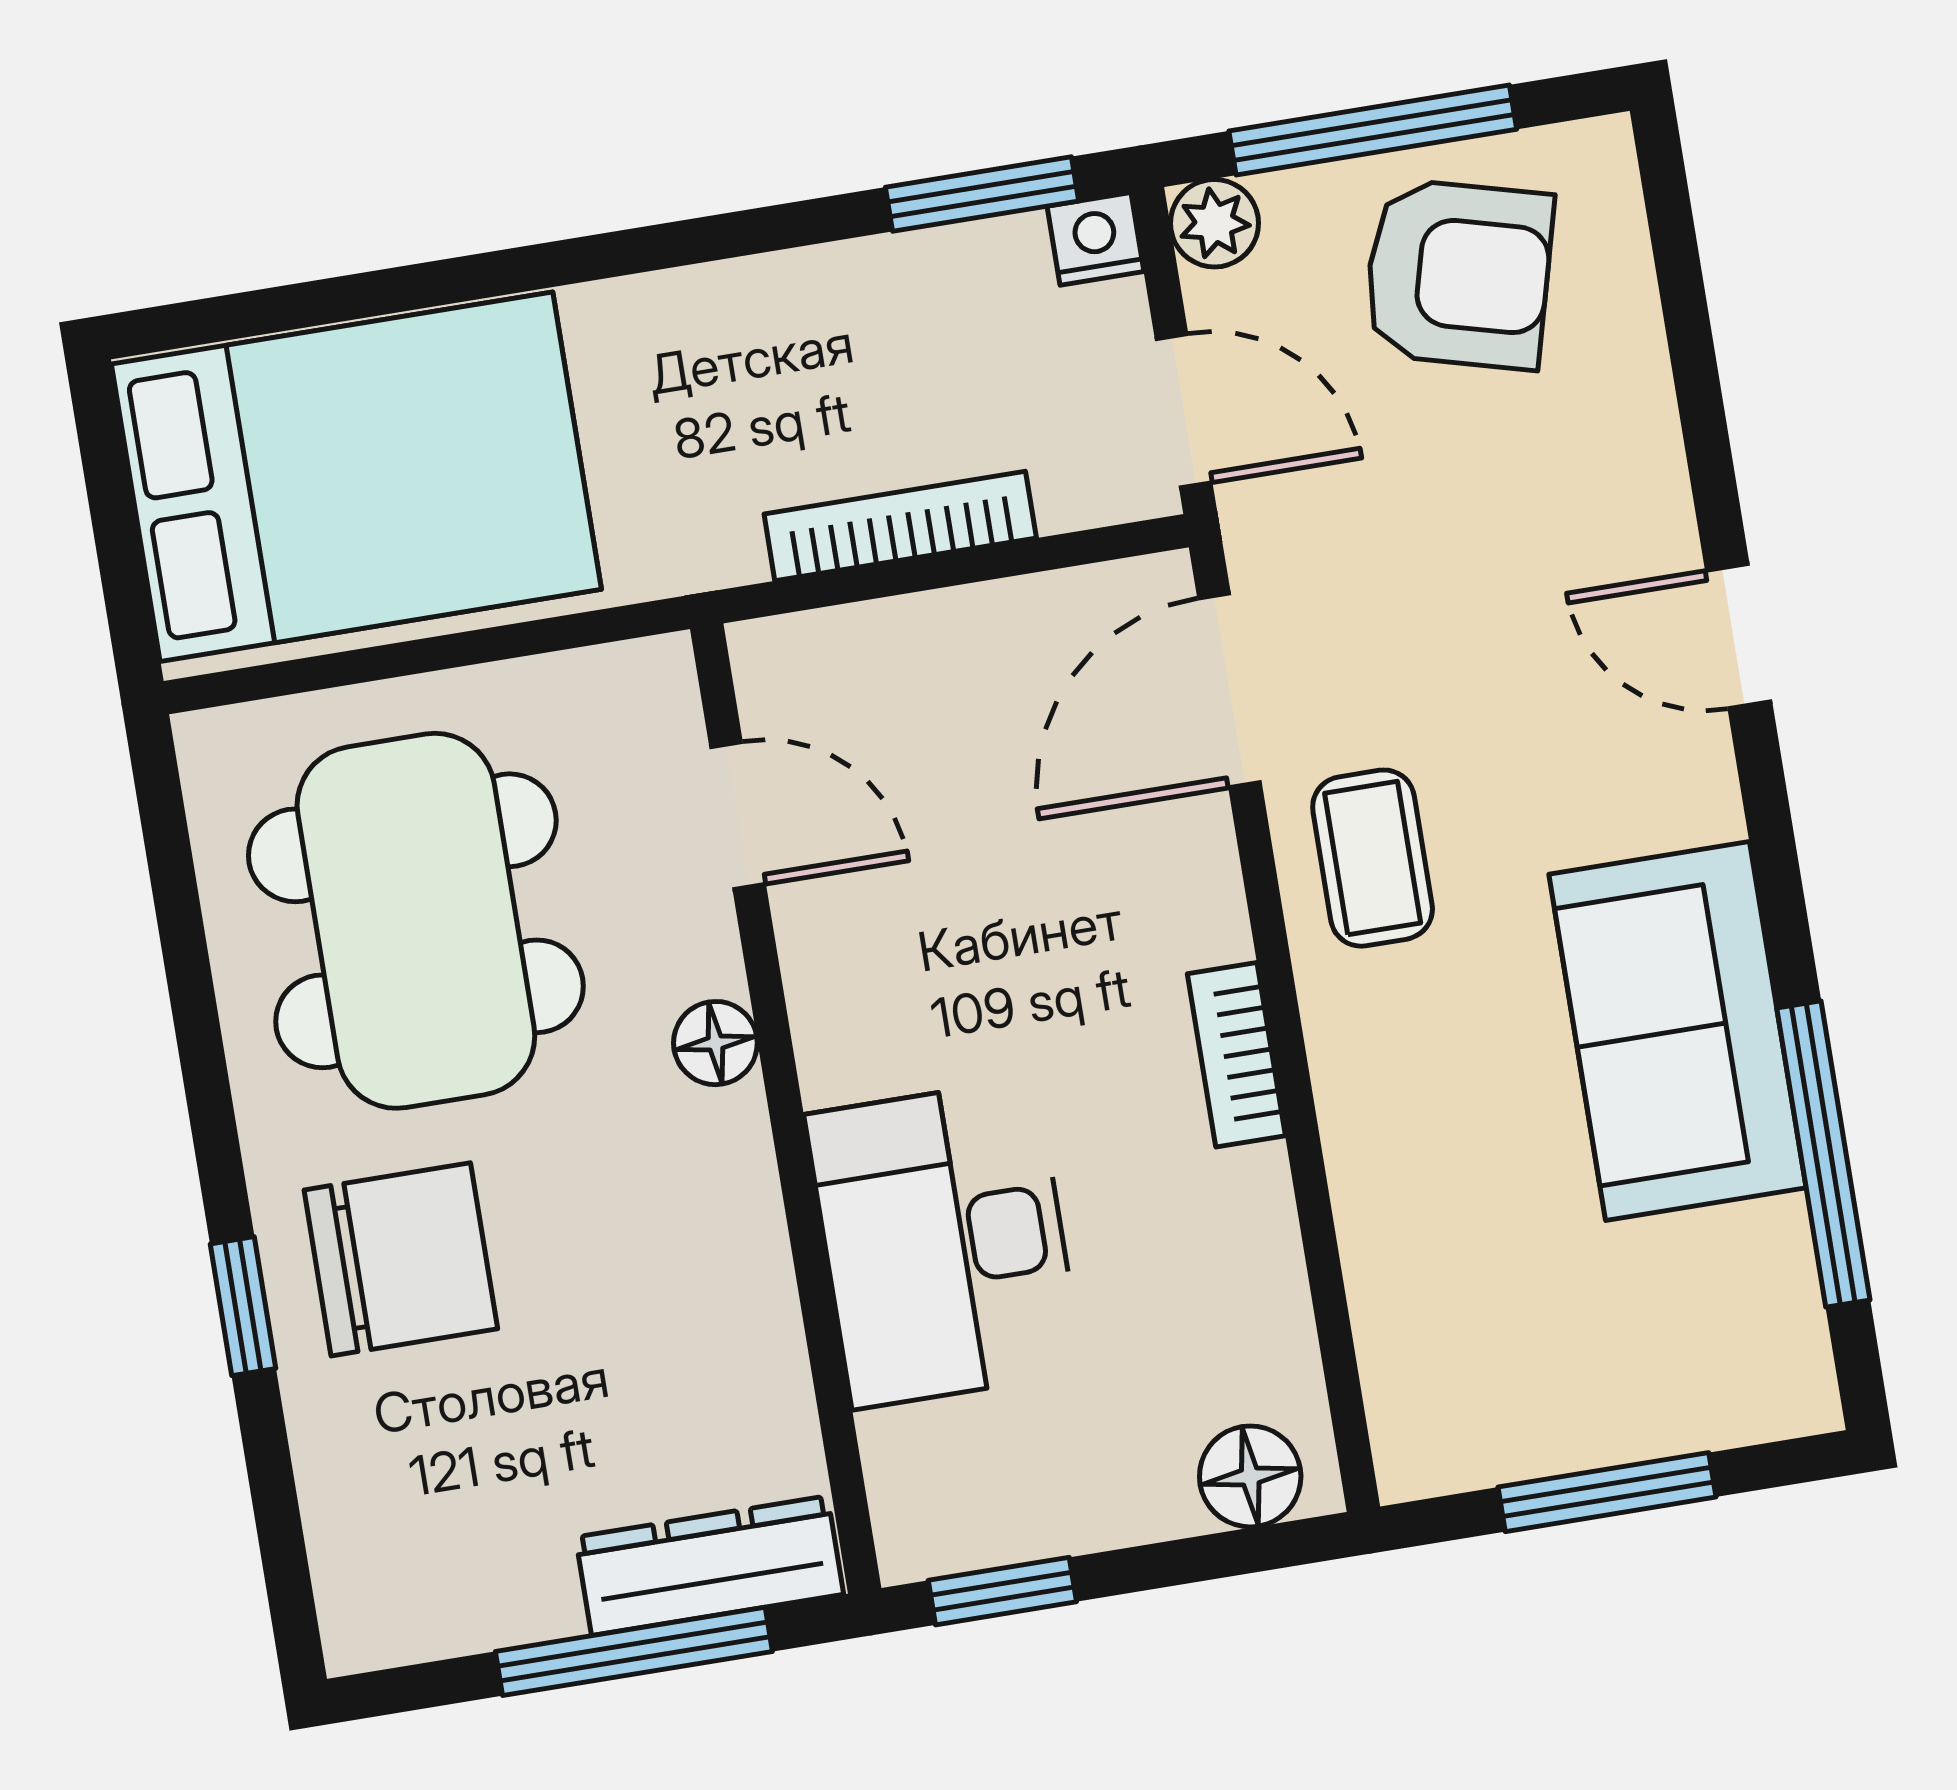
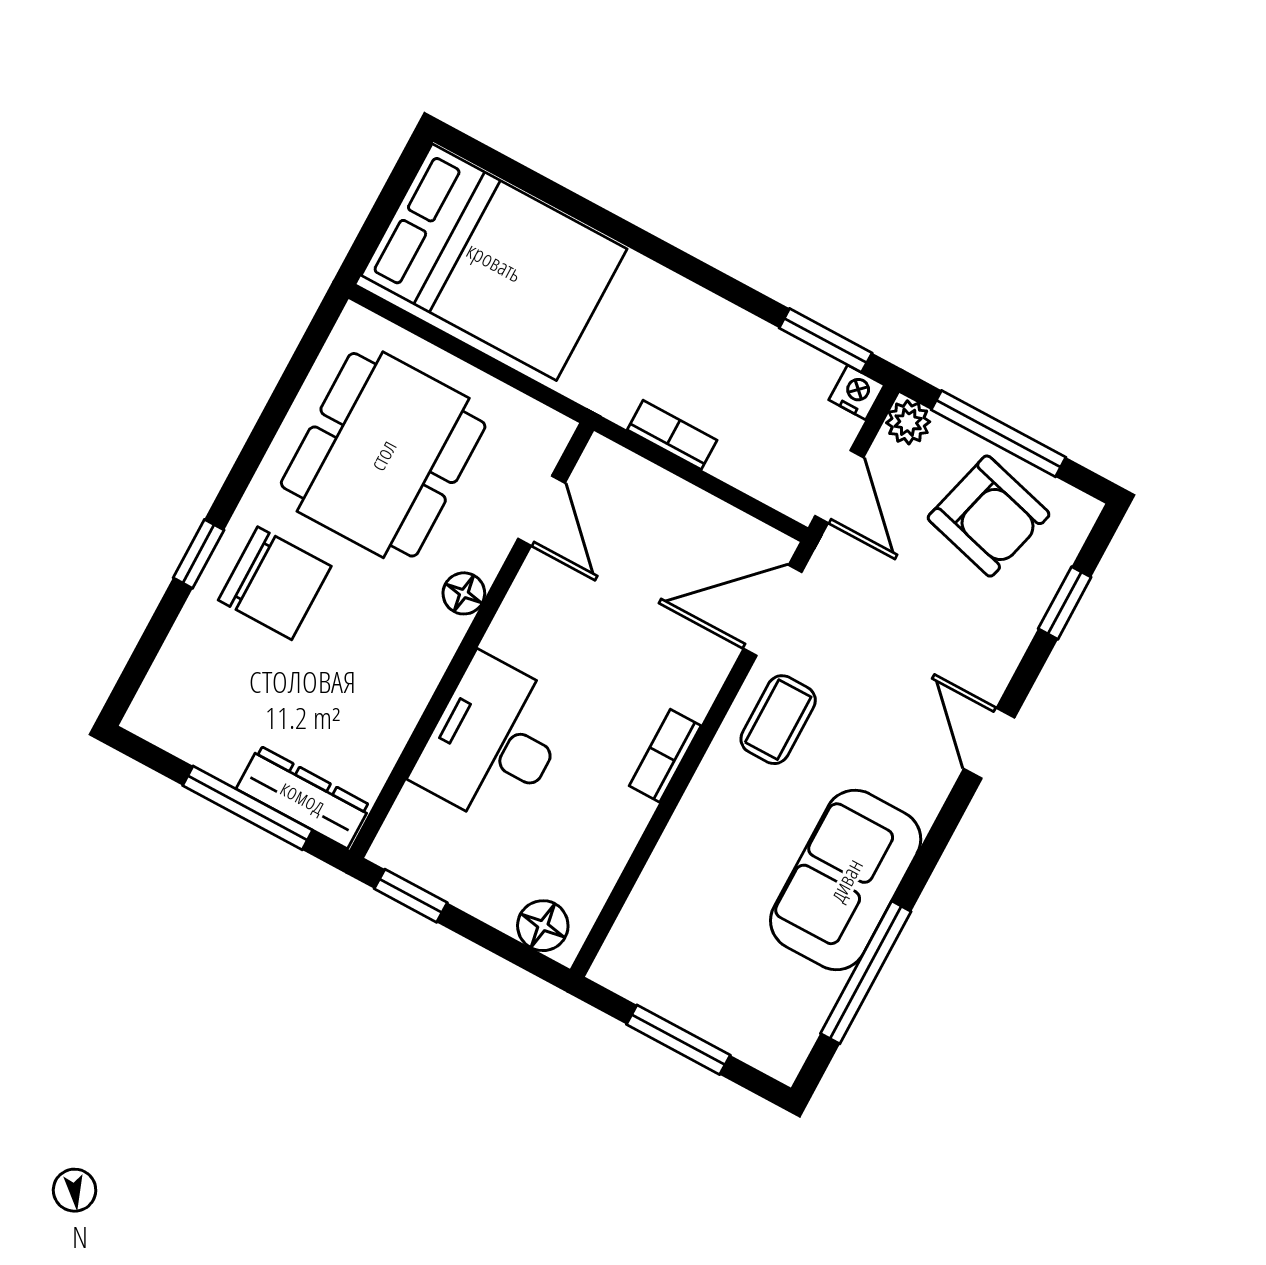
window: (1687, 319) -> (1065, 603), added
bookcase: (900, 526) -> (672, 435), width x0.64

